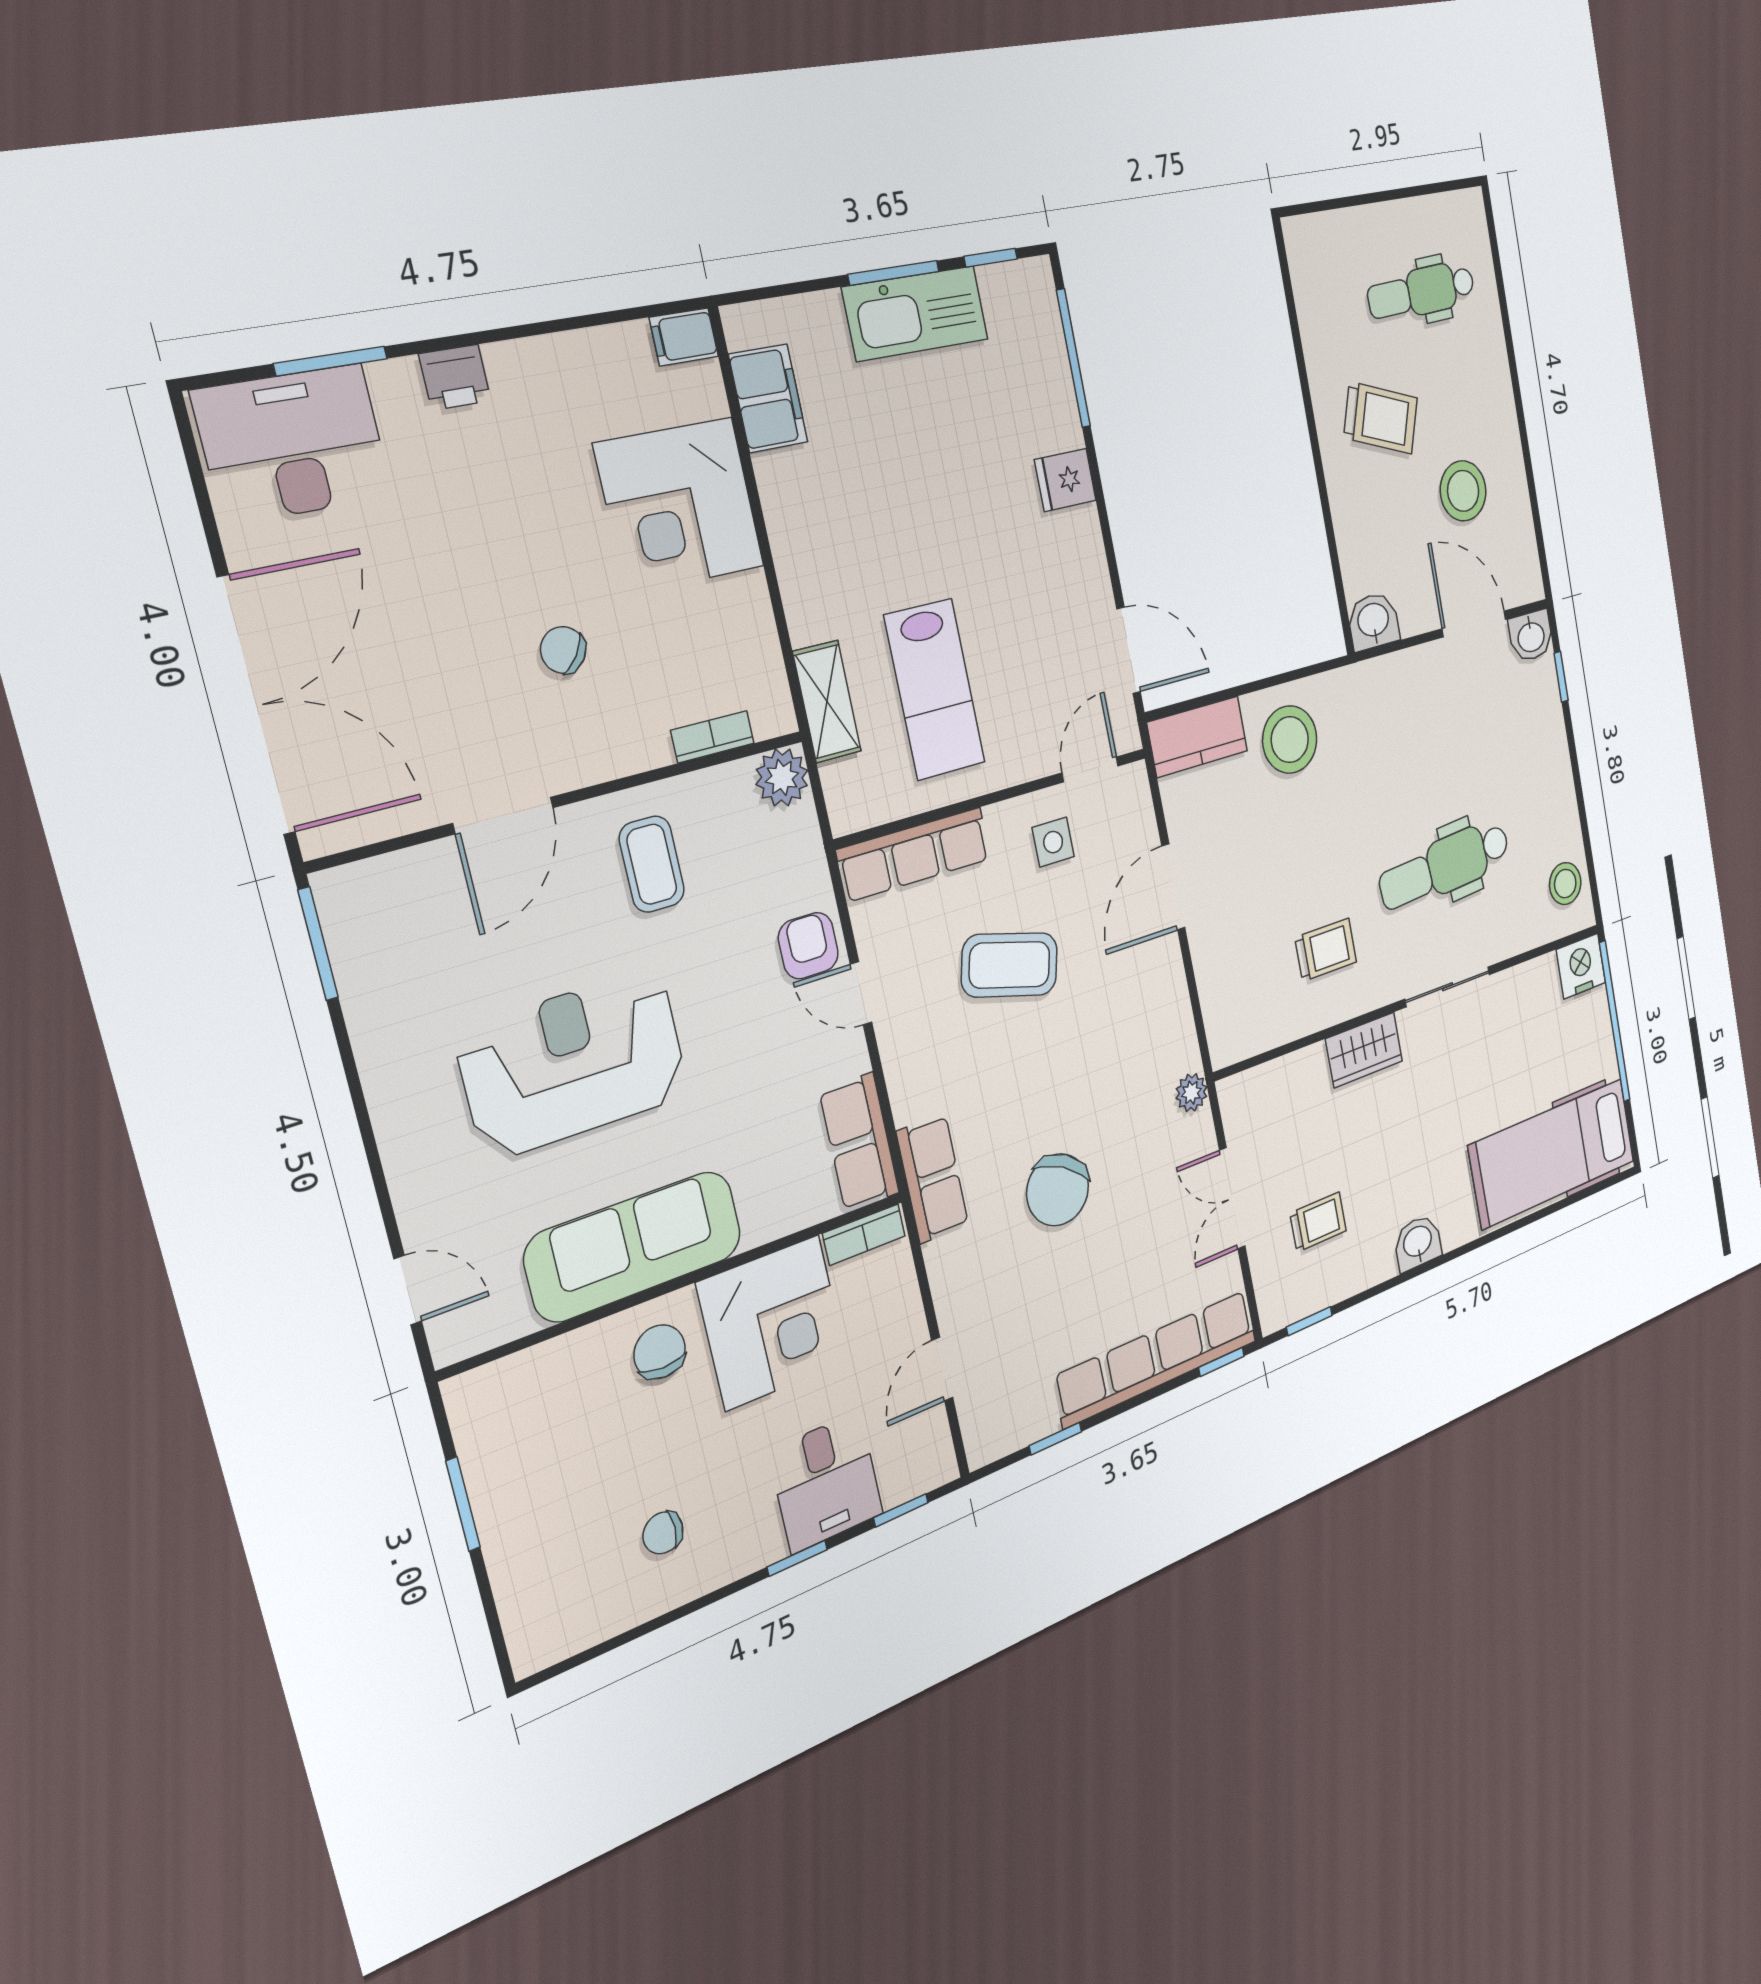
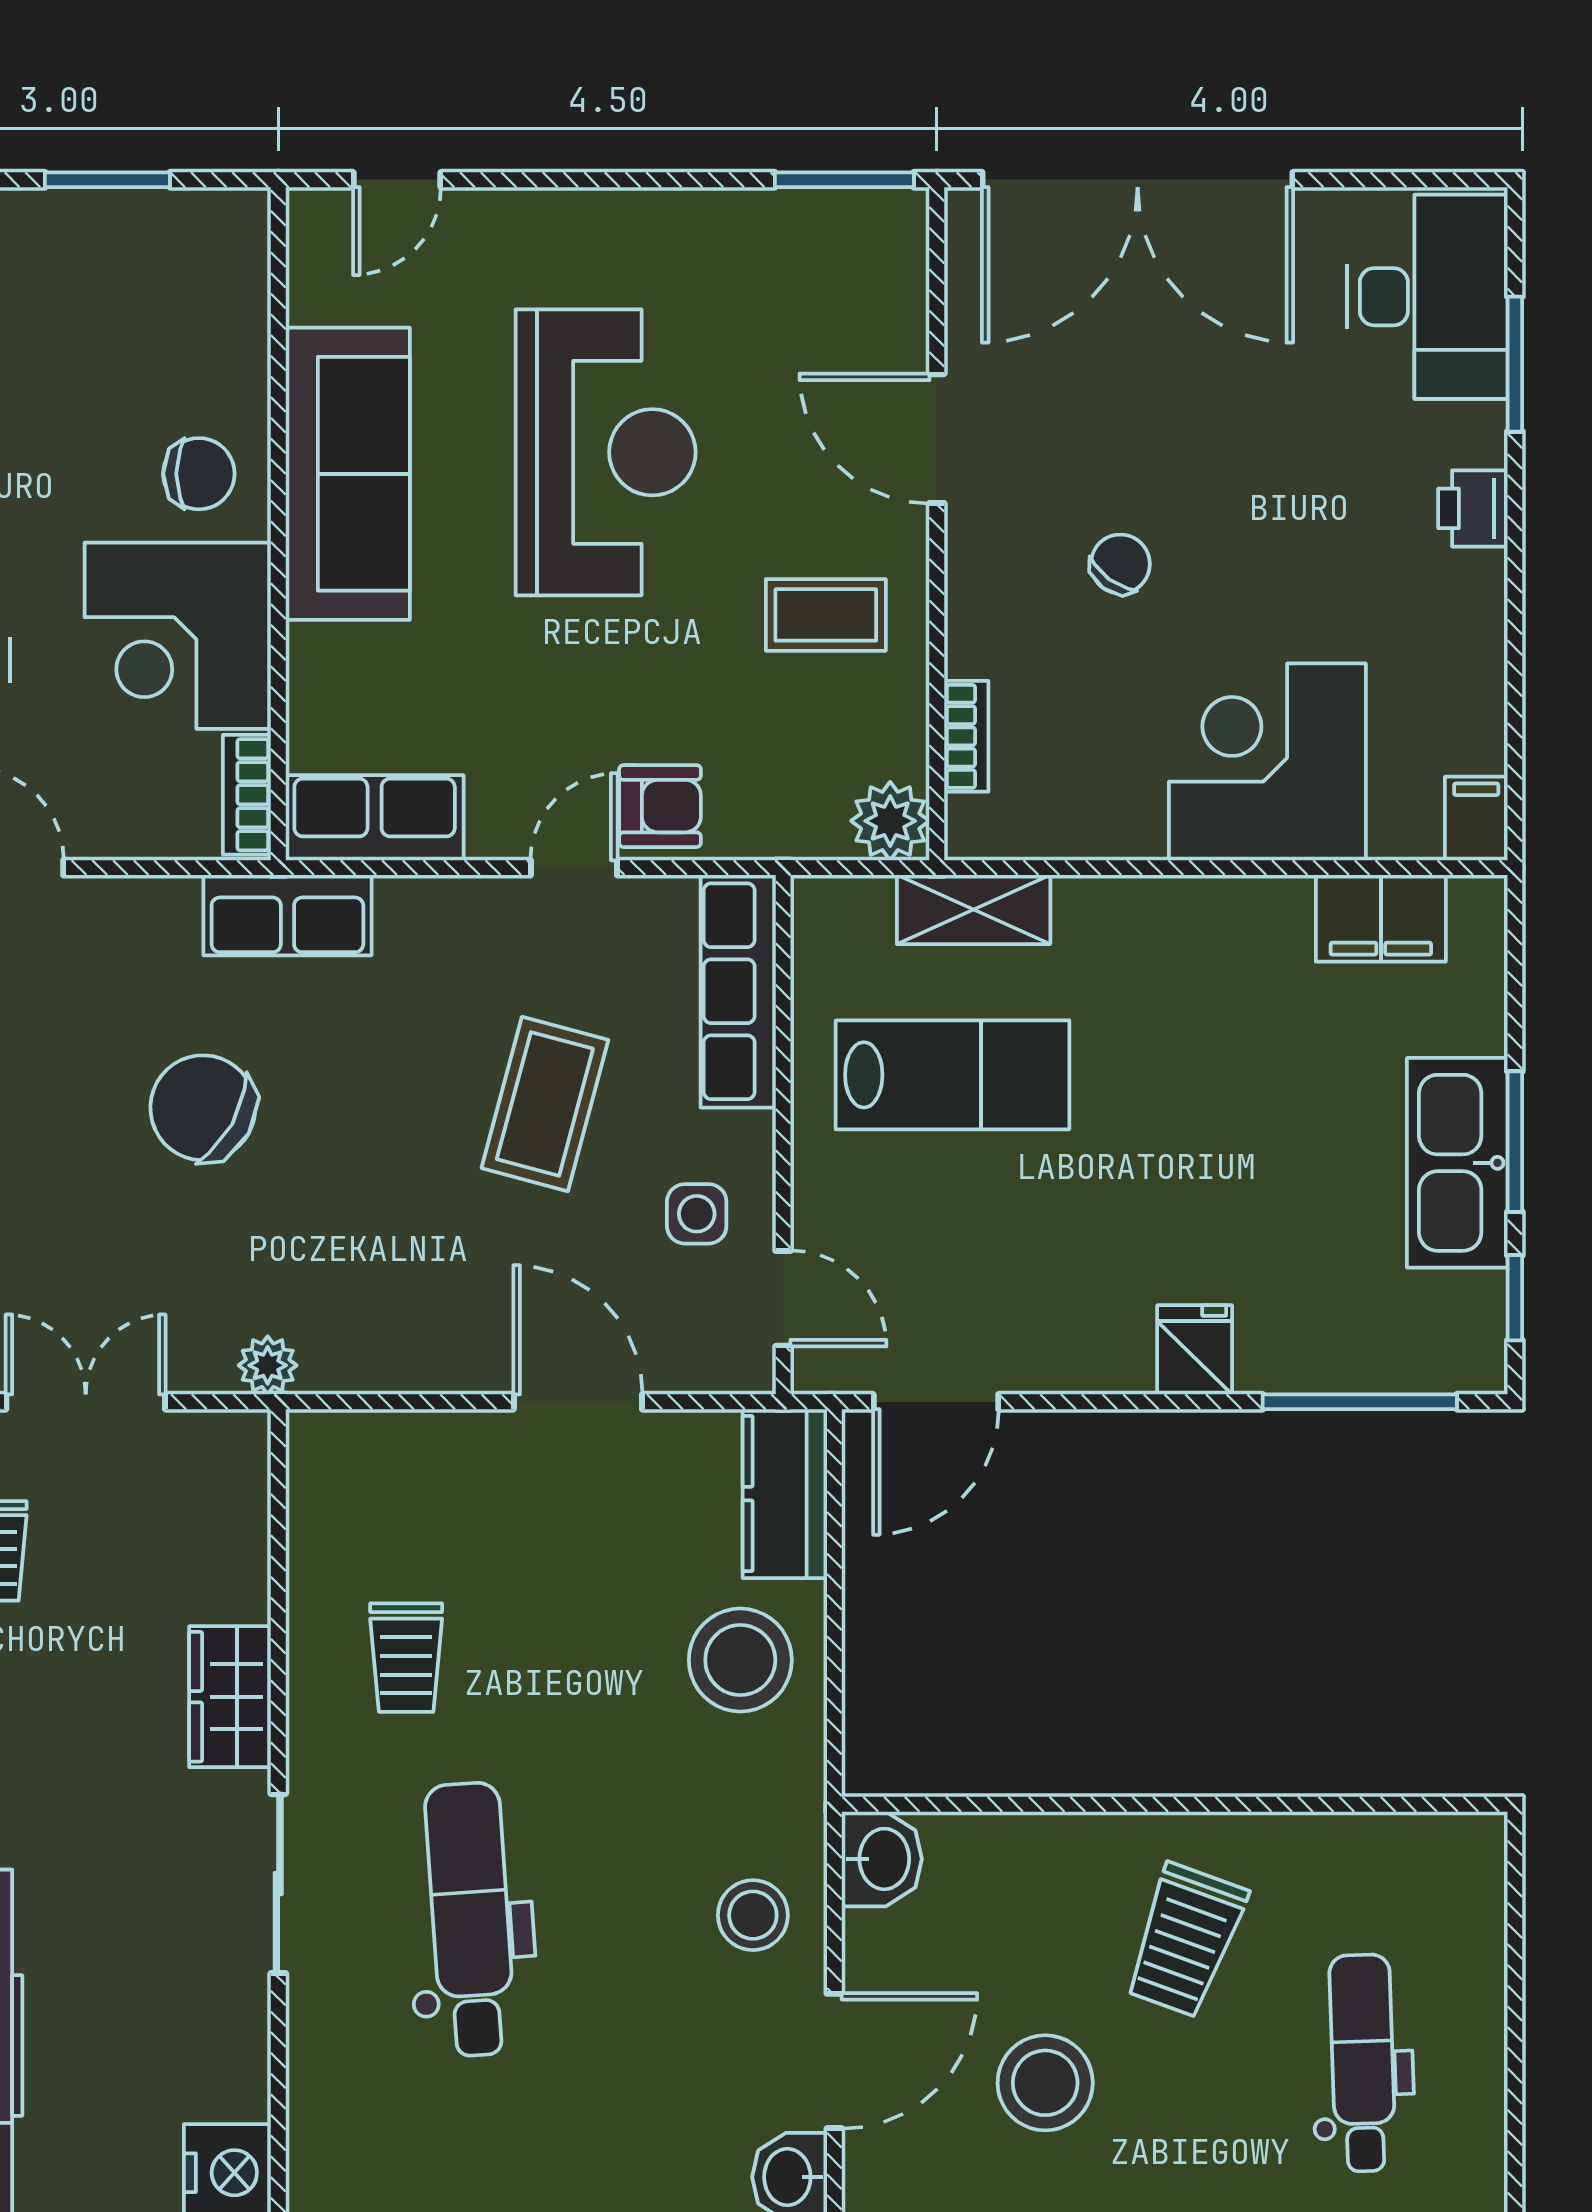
lab bench: (935, 689) -> (953, 1075), turned 180
stool: (1565, 884) -> (753, 1915), moved

